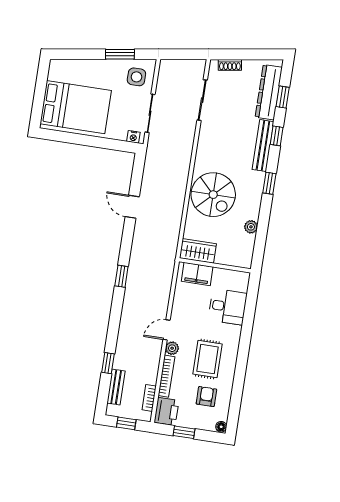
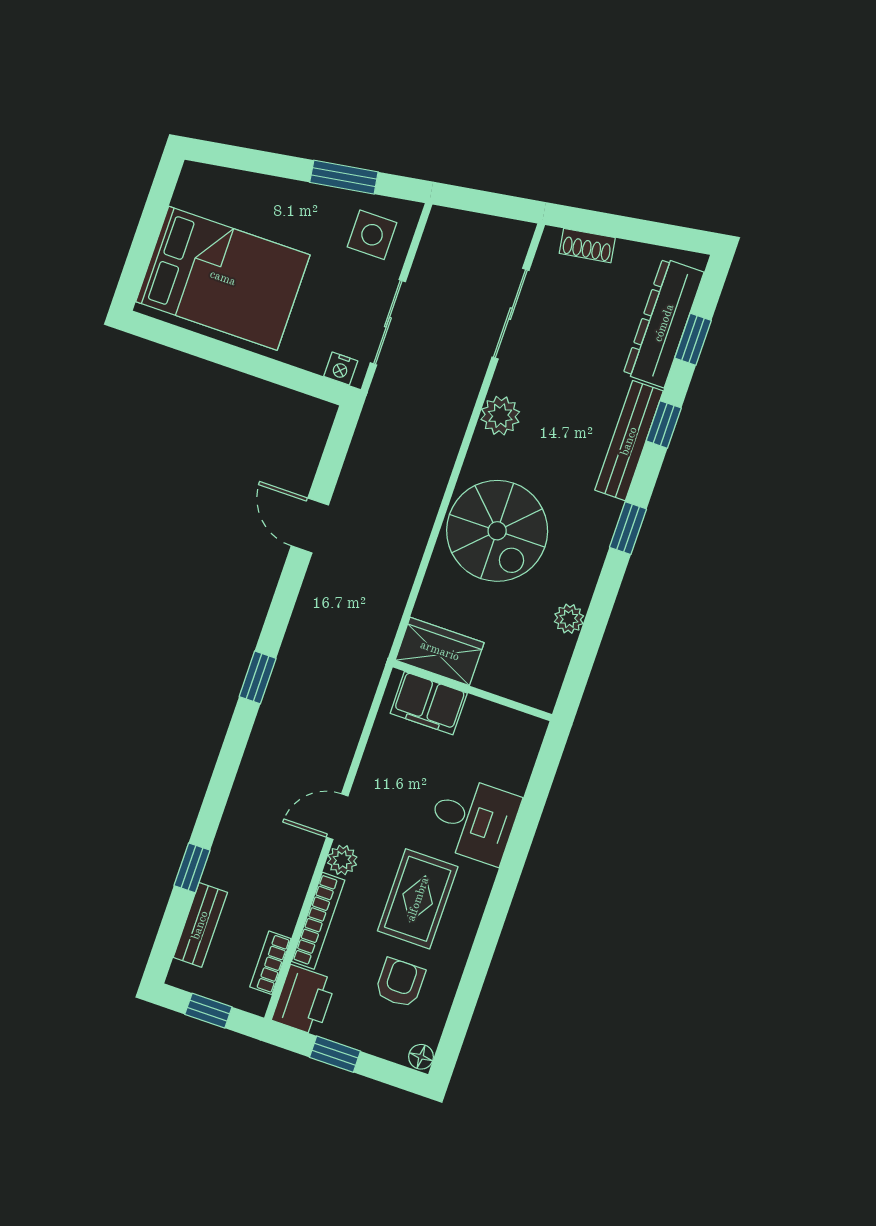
plant: (206, 145) -> (500, 416), added
desk: (228, 307) -> (473, 820), moved

